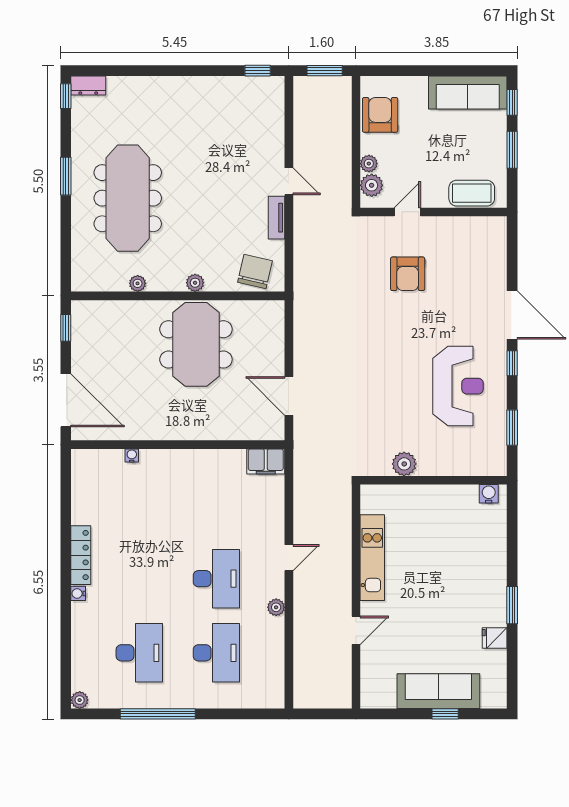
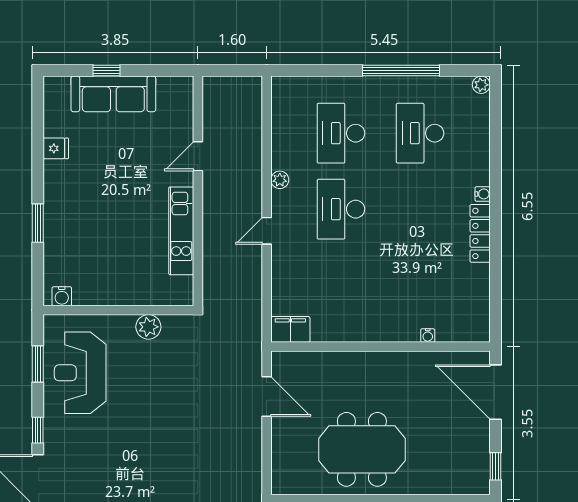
meeting table: (196, 344) -> (362, 449), turned 90
reception desk: (458, 386) -> (80, 373), moved
window: (512, 605) -> (38, 223), moved

